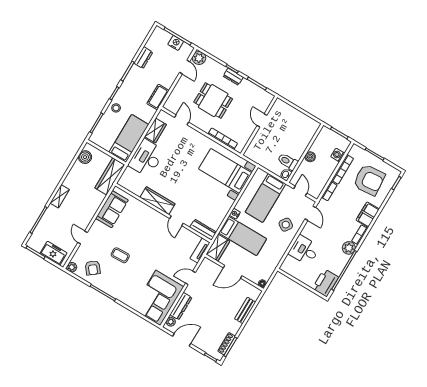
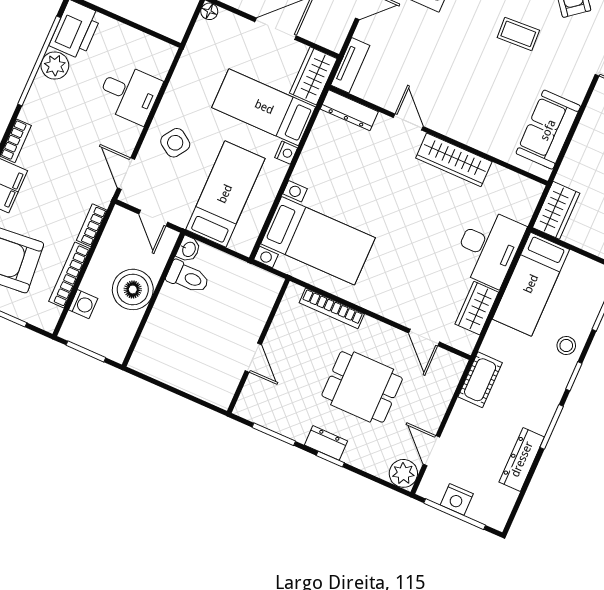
dresser: (143, 58) -> (522, 459), width x1.44
boiler: (310, 157) -> (133, 289), width x1.86, depth x1.86
wardrobe: (110, 176) -> (556, 210), width x0.67
plant: (349, 248) -> (55, 66), moved

